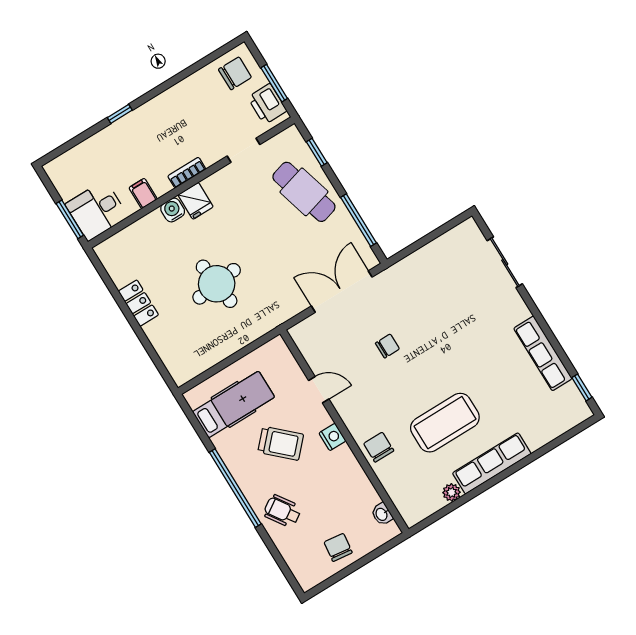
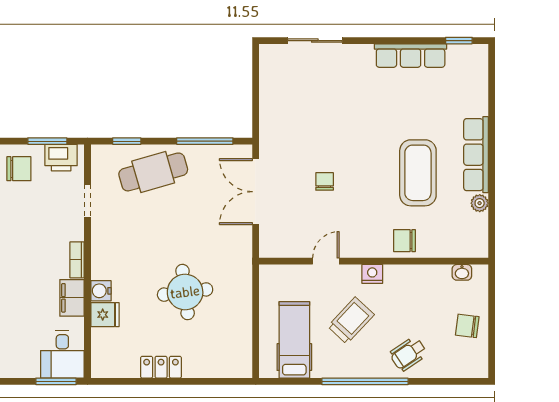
chair: (235, 73) -> (19, 169), turned 90
filing cabinet: (143, 193) -> (72, 298), width x2.00
fridge: (196, 201) -> (105, 315), moved

